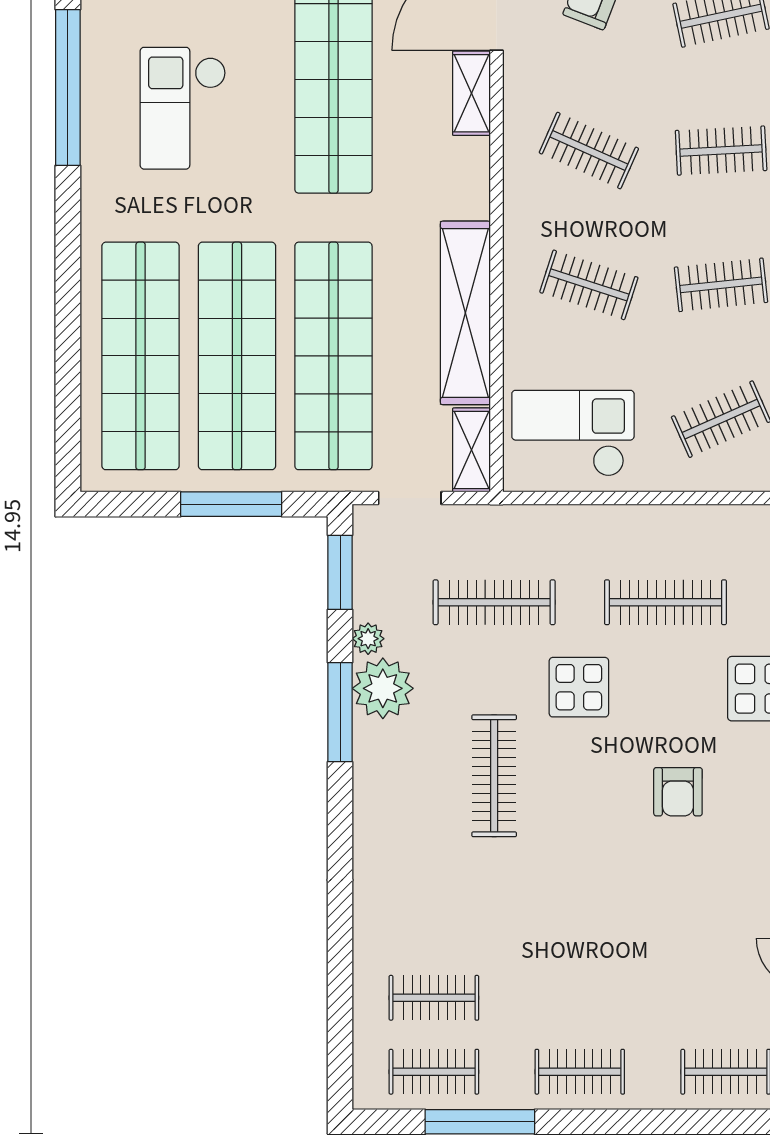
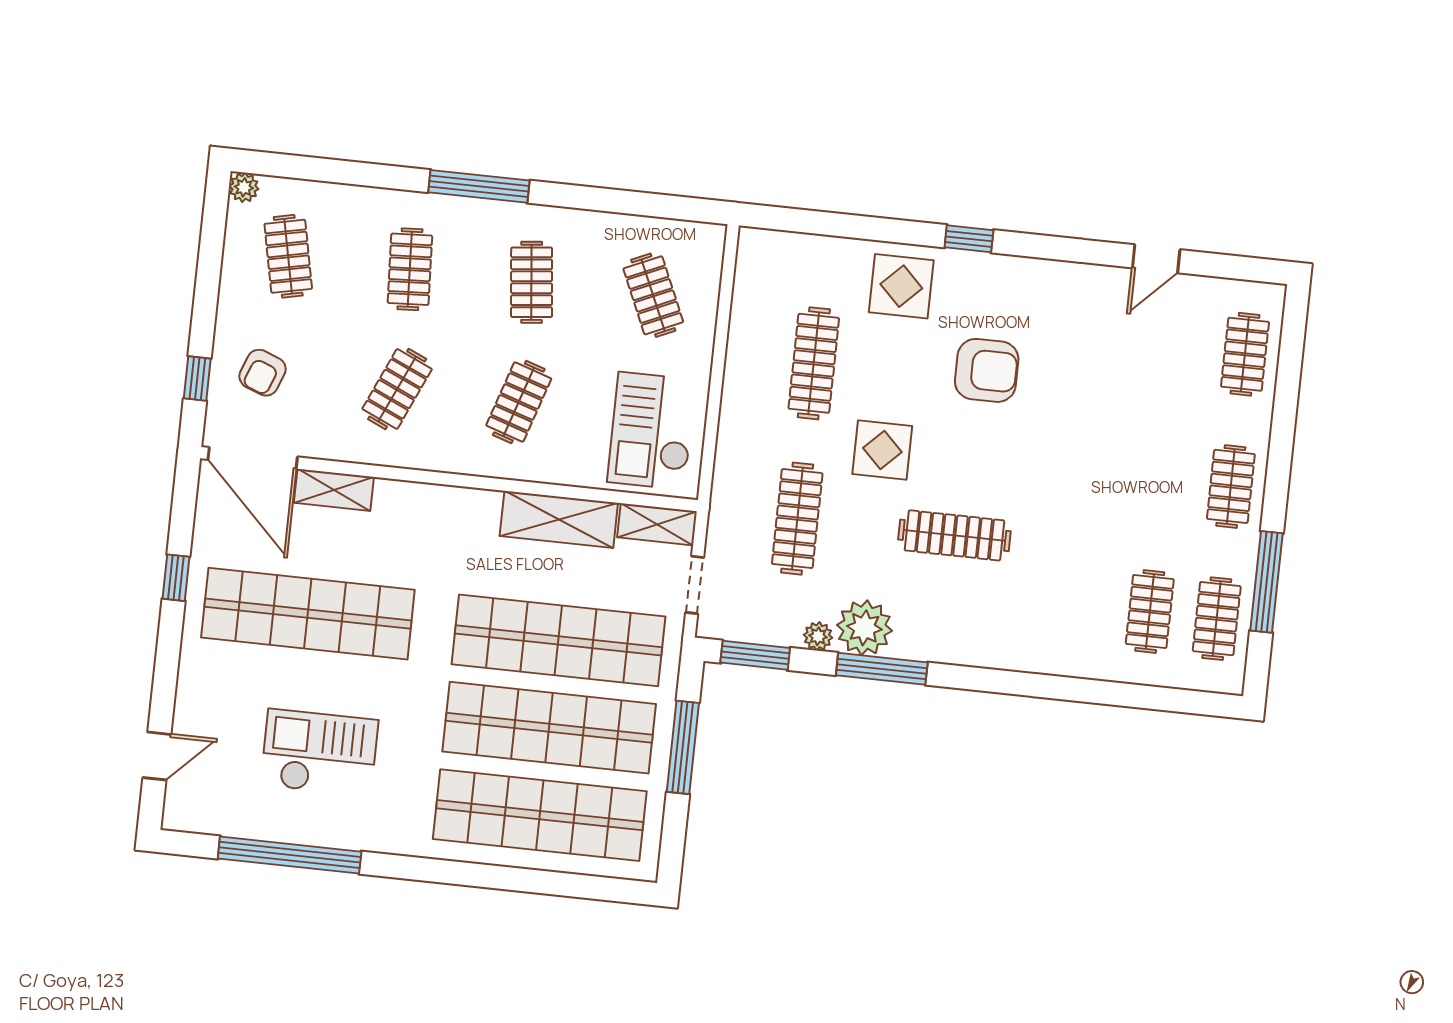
checkout: (183, 108) -> (319, 753), turned 180
shelving: (465, 313) -> (559, 519), width x0.68
armchair: (678, 792) -> (987, 370), width x1.38, depth x1.38

